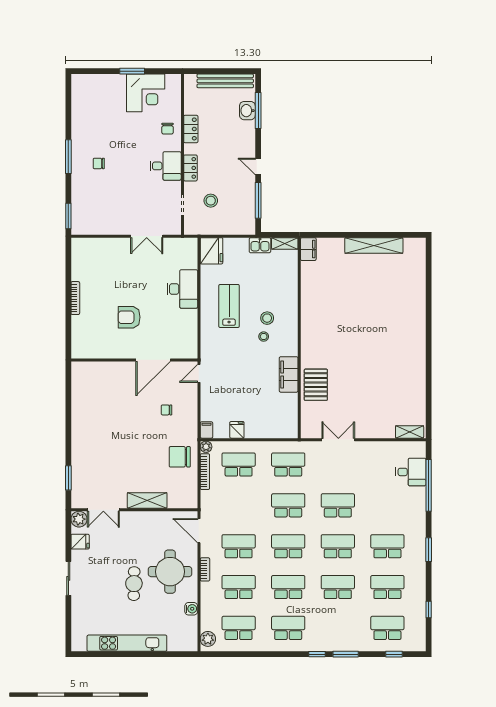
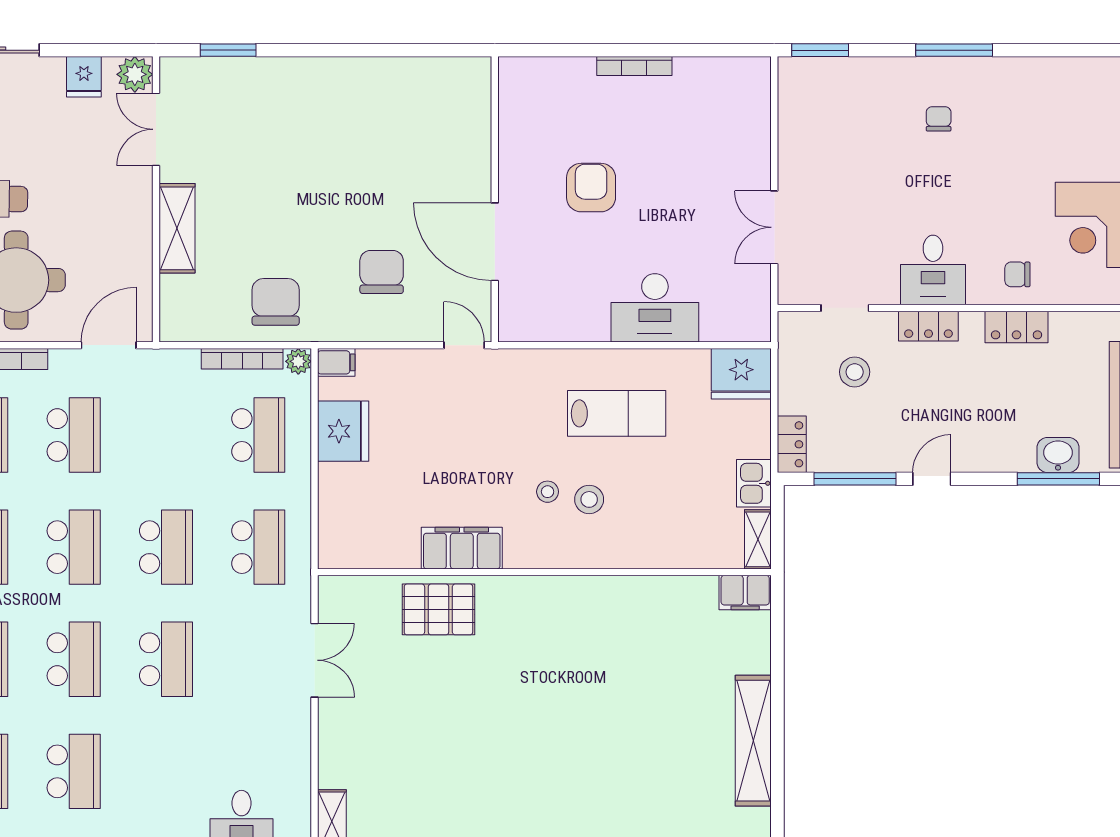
locker: (243, 228) -> (792, 444), added
chair: (166, 410) -> (382, 272), width x1.87, depth x1.87
fridge: (237, 430) -> (343, 431), width x1.88, depth x1.34

